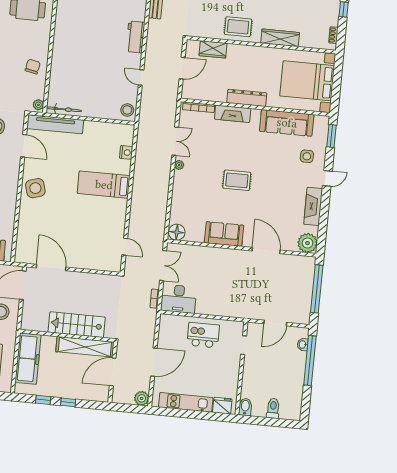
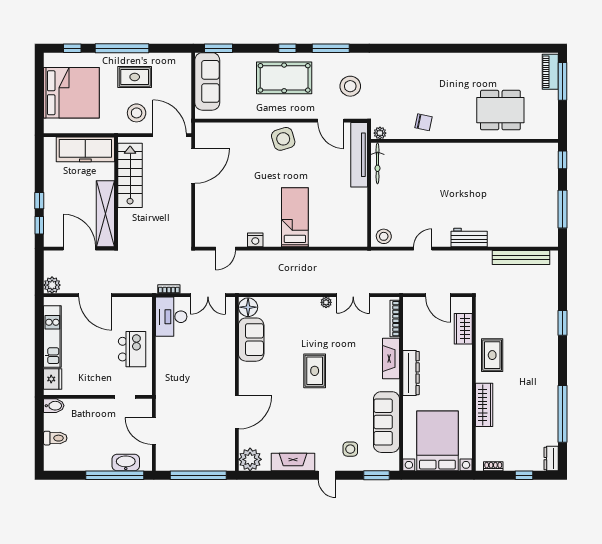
door: (24, 146) -> (331, 121), hinge flipped
nightstand: (126, 152) -> (255, 240), moved
sofa: (224, 234) -> (251, 340), moved
stairs: (77, 325) -> (130, 175), moved
washbasin: (303, 344) -> (126, 463), width x1.91, depth x1.45
window: (43, 400) -> (39, 225), moved

